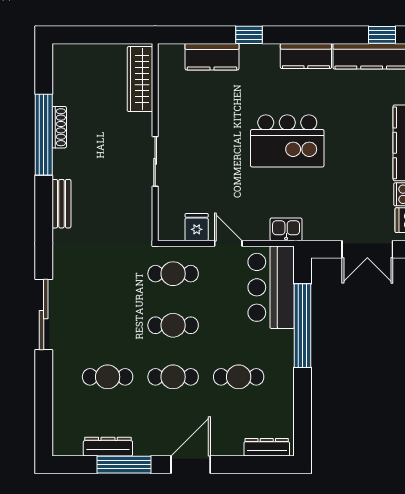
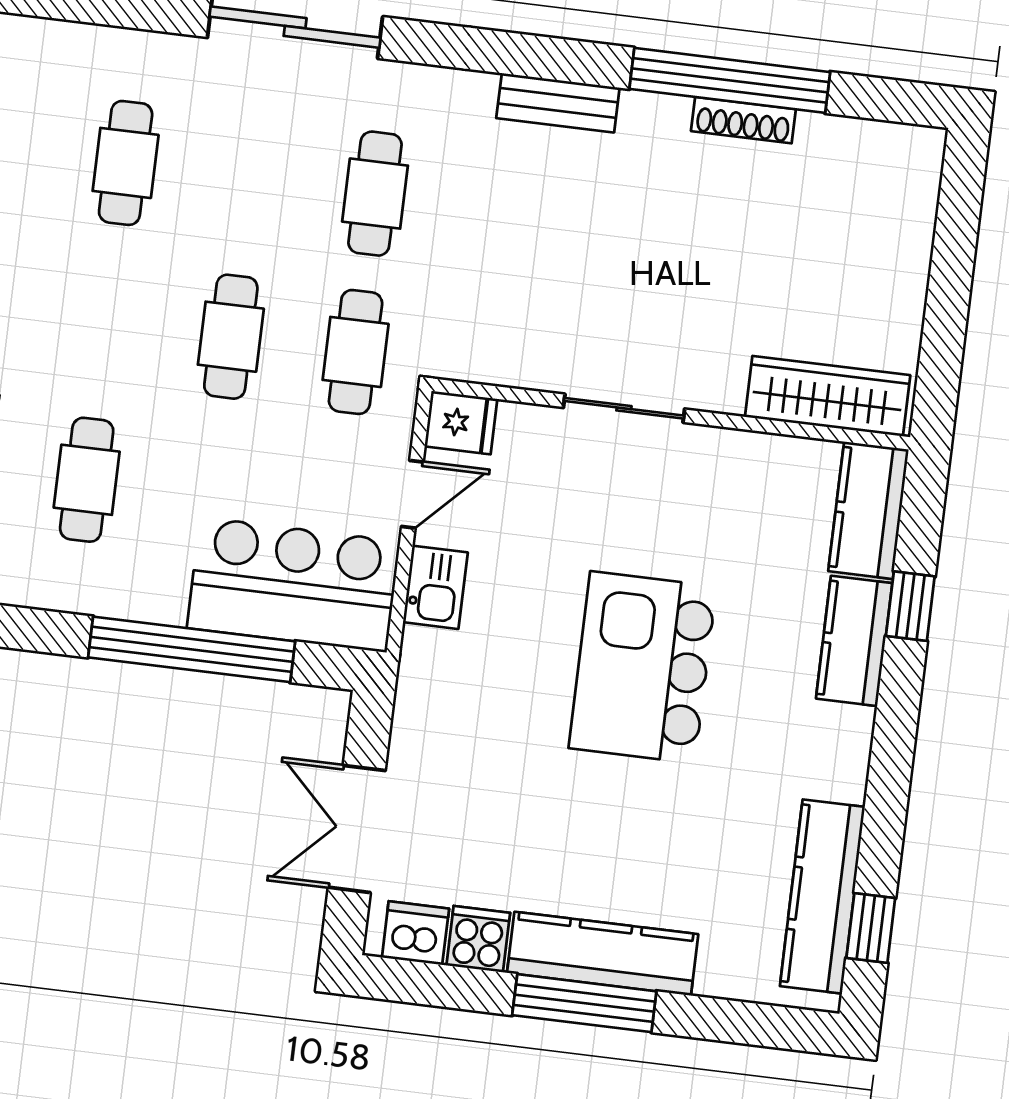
kitchen counter: (306, 56) -> (854, 641), moved
wardrobe: (140, 79) -> (828, 396), moved
wall: (155, 142) -> (671, 414), moved
sliding door: (155, 161) -> (624, 408), moved
kitchen sink: (286, 229) -> (435, 587), moved
cafe table: (173, 377) -> (375, 194), moved

